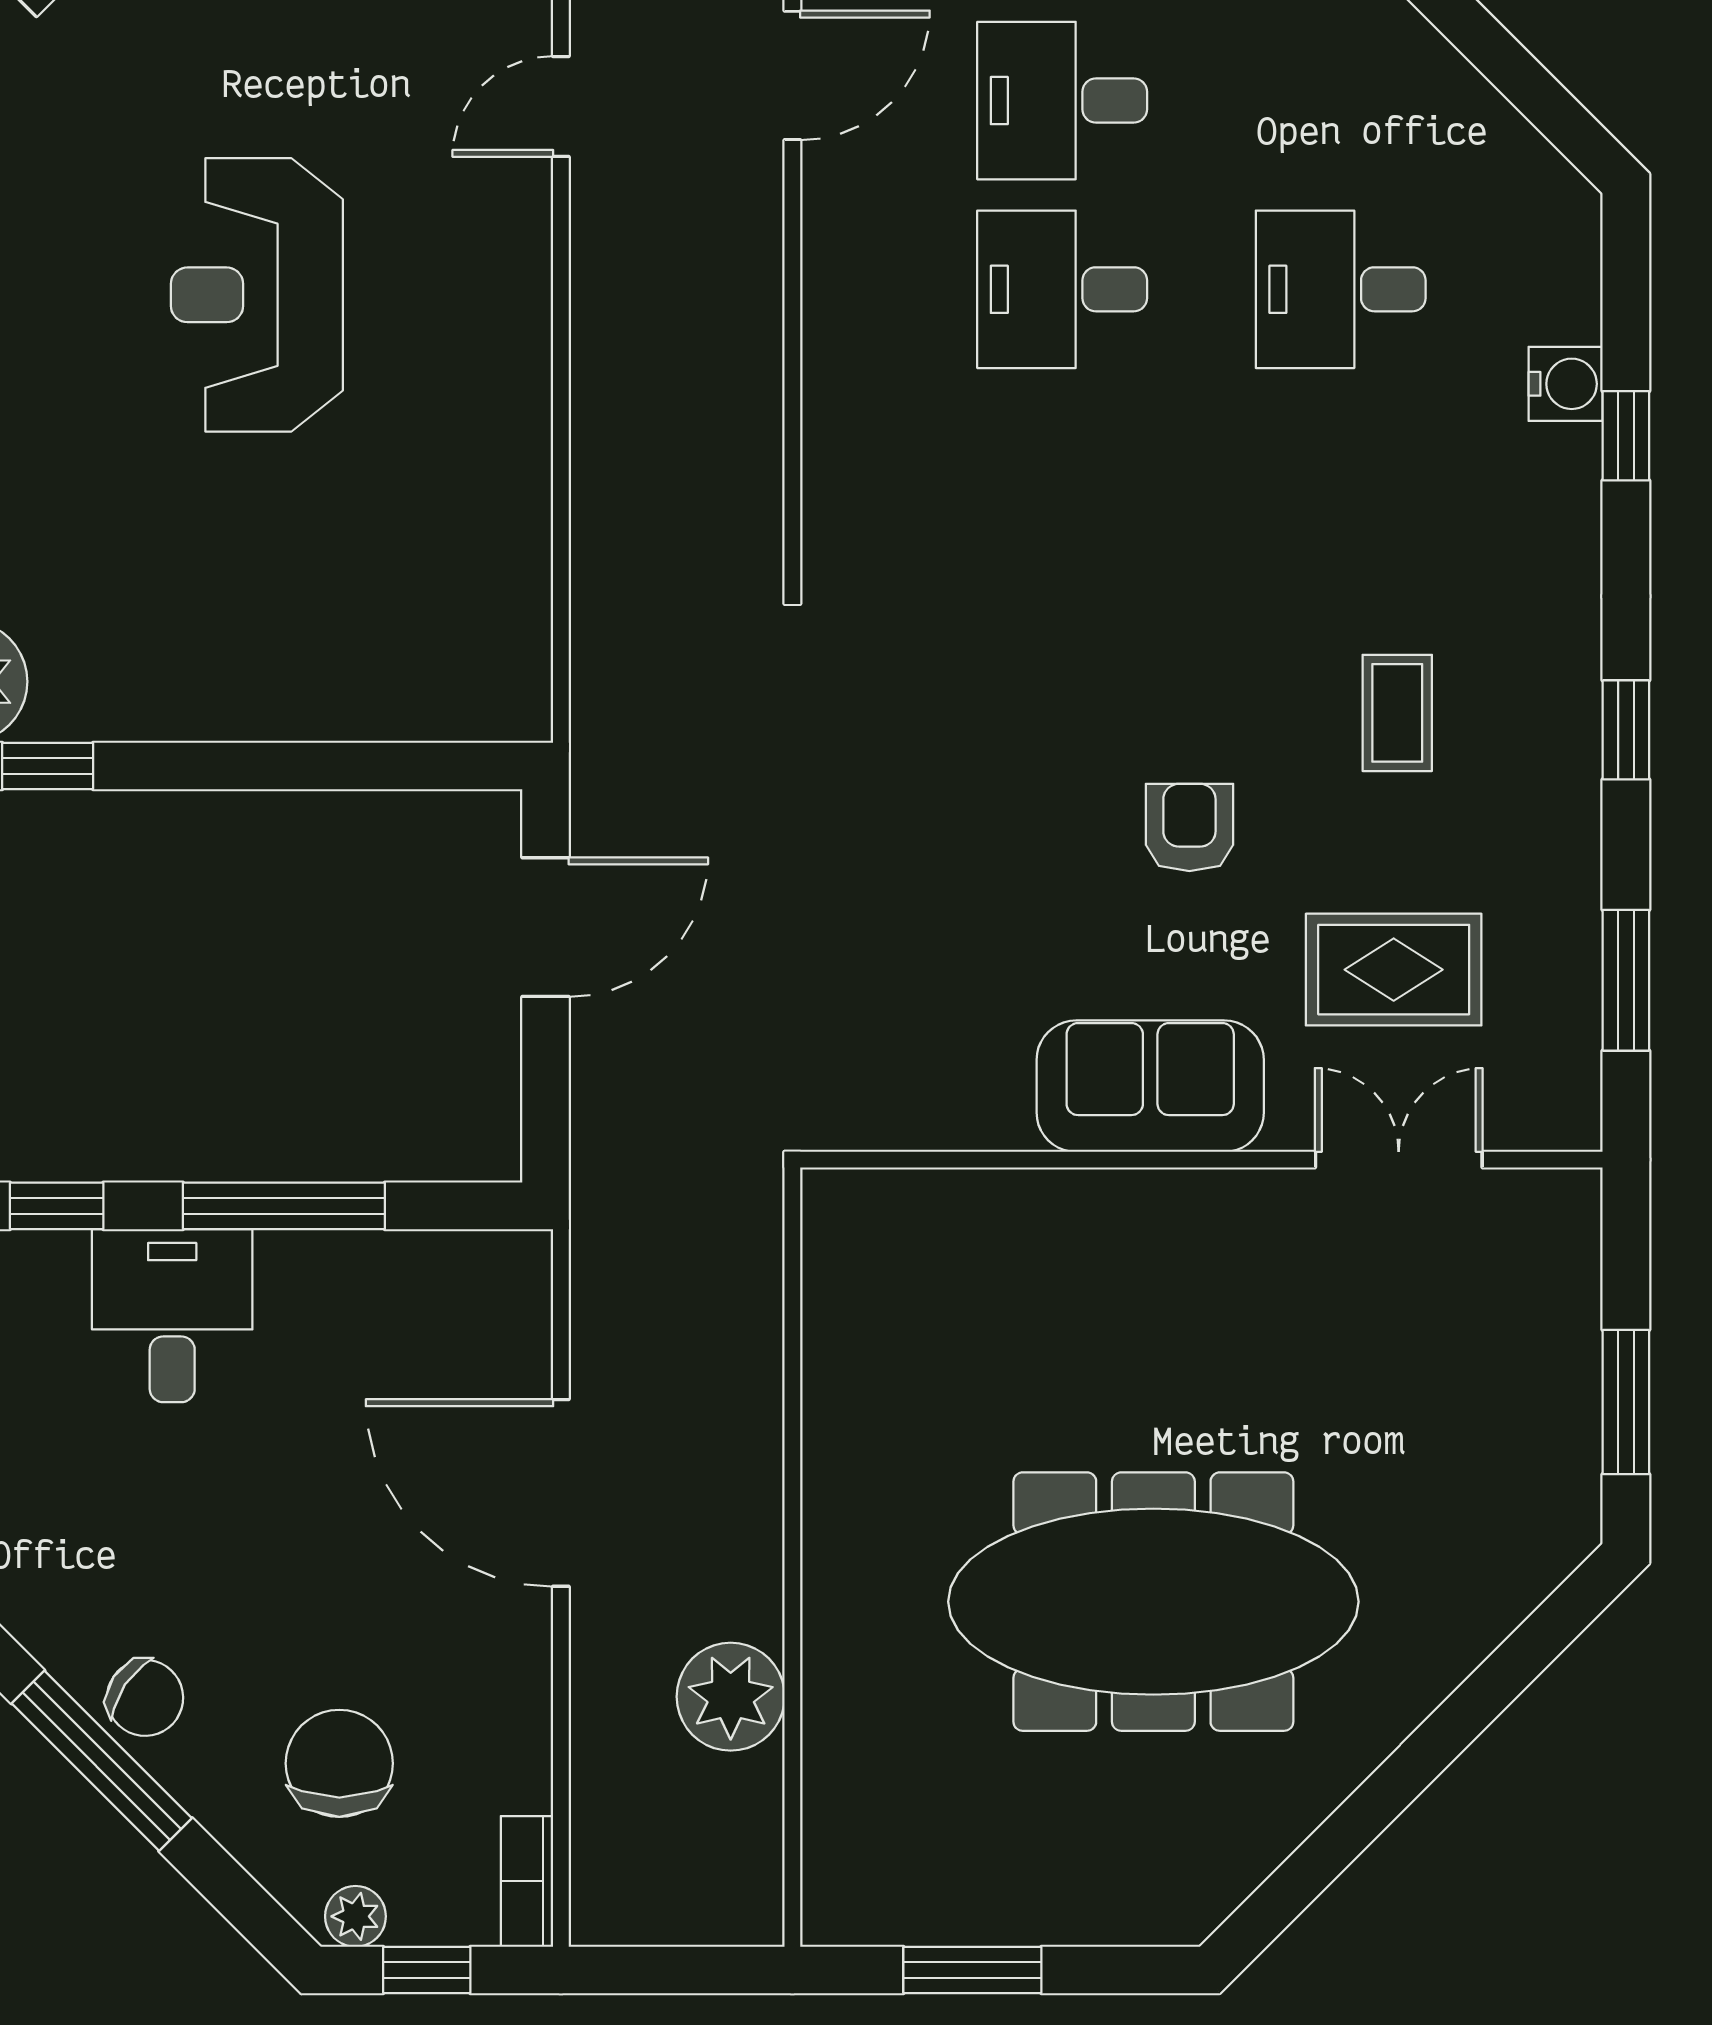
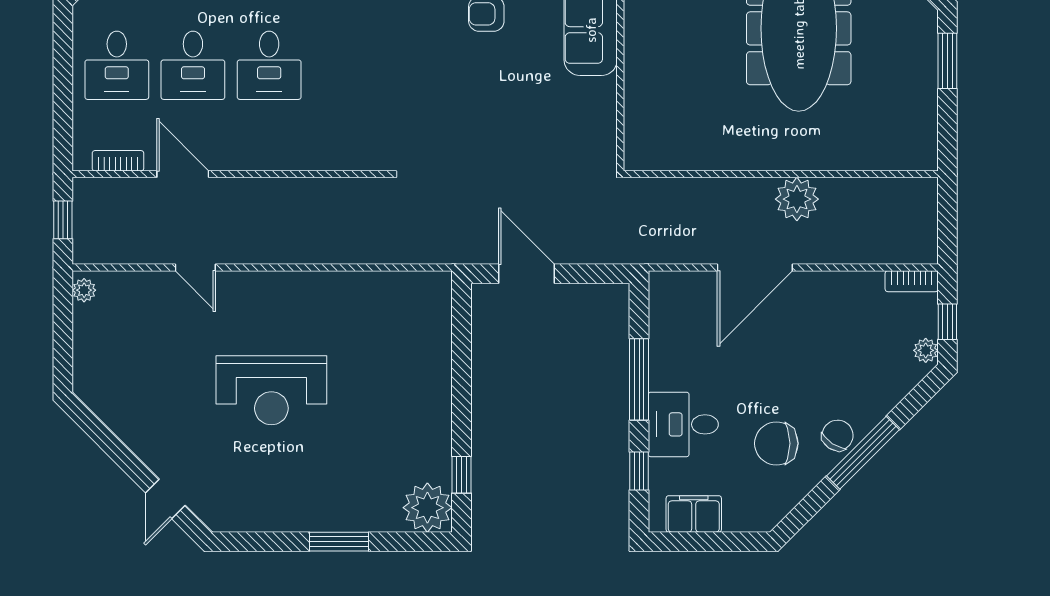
plant: (731, 1697) -> (797, 199), moved
chair: (339, 1763) -> (776, 443), moved
window: (972, 1970) -> (947, 61), moved

